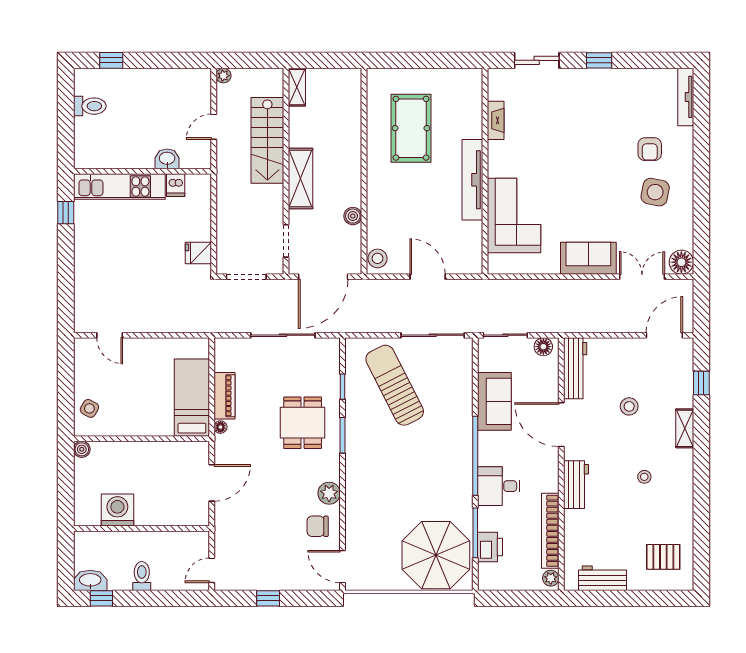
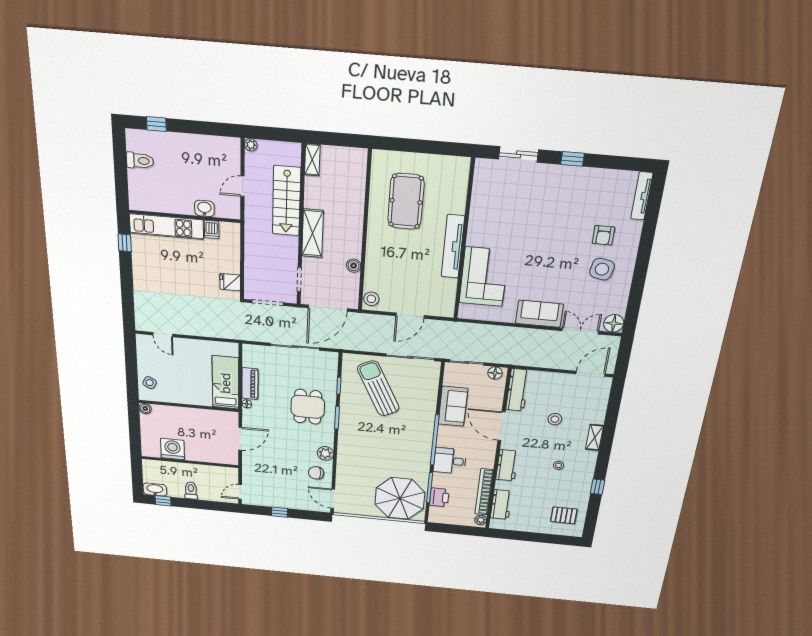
fireplace: (496, 120) -> (477, 201), removed
door: (428, 277) -> (410, 316), swing flipped
window: (701, 383) -> (598, 487), moved
workbench: (603, 578) -> (501, 504), moved, turned 90

